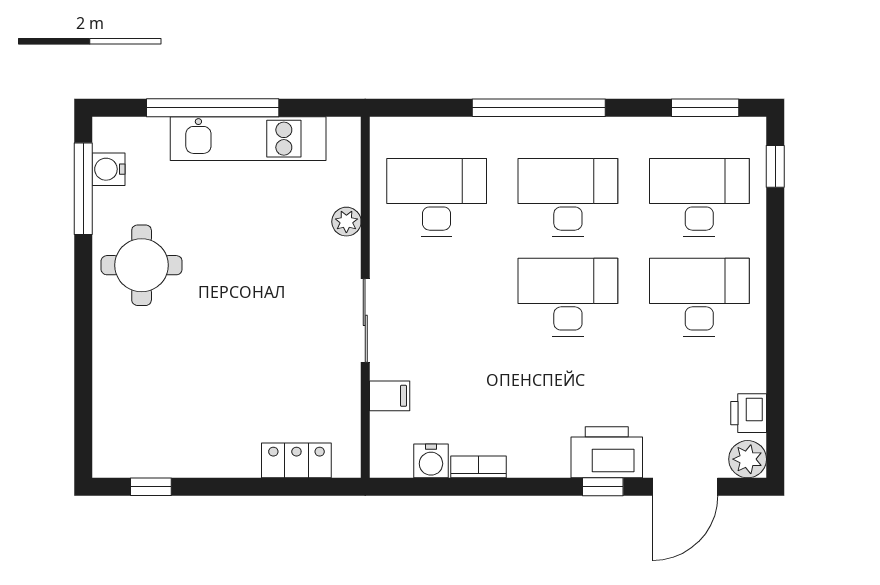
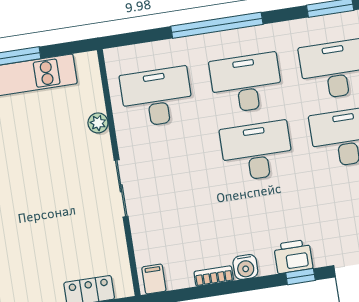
filing cabinet: (390, 396) -> (154, 279), moved, turned -90
printer: (607, 452) -> (293, 256), width x0.73, depth x0.84
water cooler: (431, 461) -> (245, 267), moved

